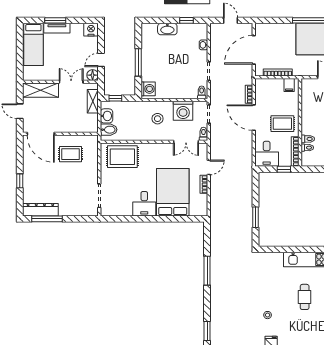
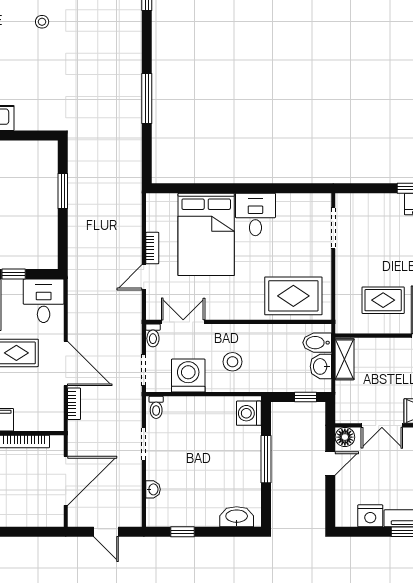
washbasin: (167, 29) -> (237, 517), moved
nightstand: (91, 30) -> (370, 516), moved
shelving: (93, 101) -> (345, 359), moved

